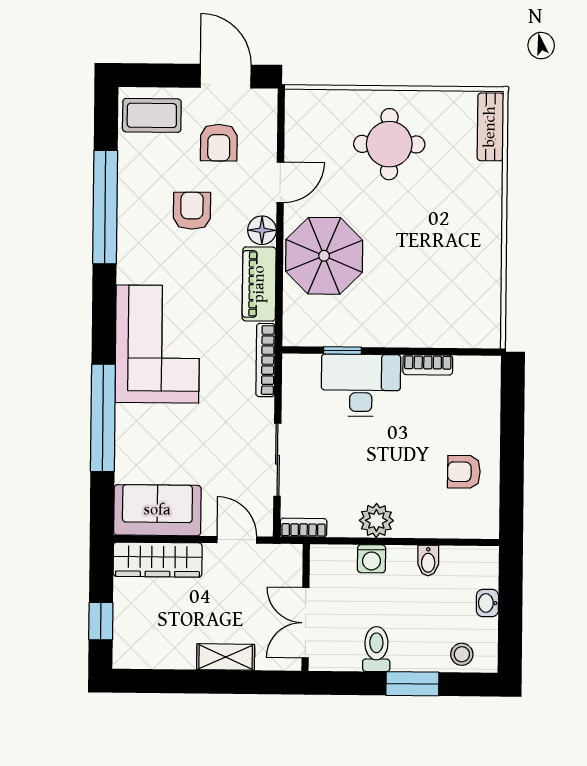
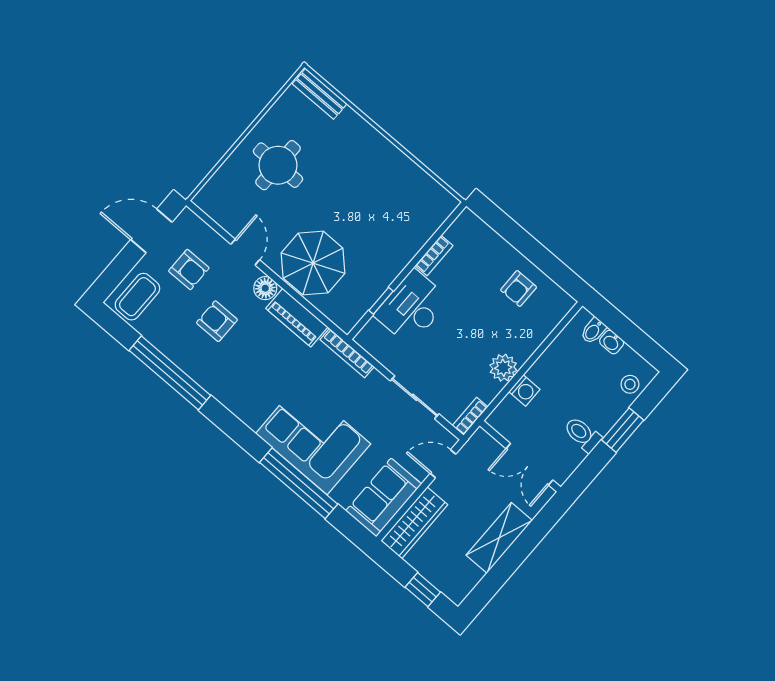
corner sofa: (157, 344) -> (313, 439), moved
bidet: (428, 561) -> (593, 331), moved, turned 90
shelving: (226, 657) -> (499, 538), width x1.50, depth x1.33

